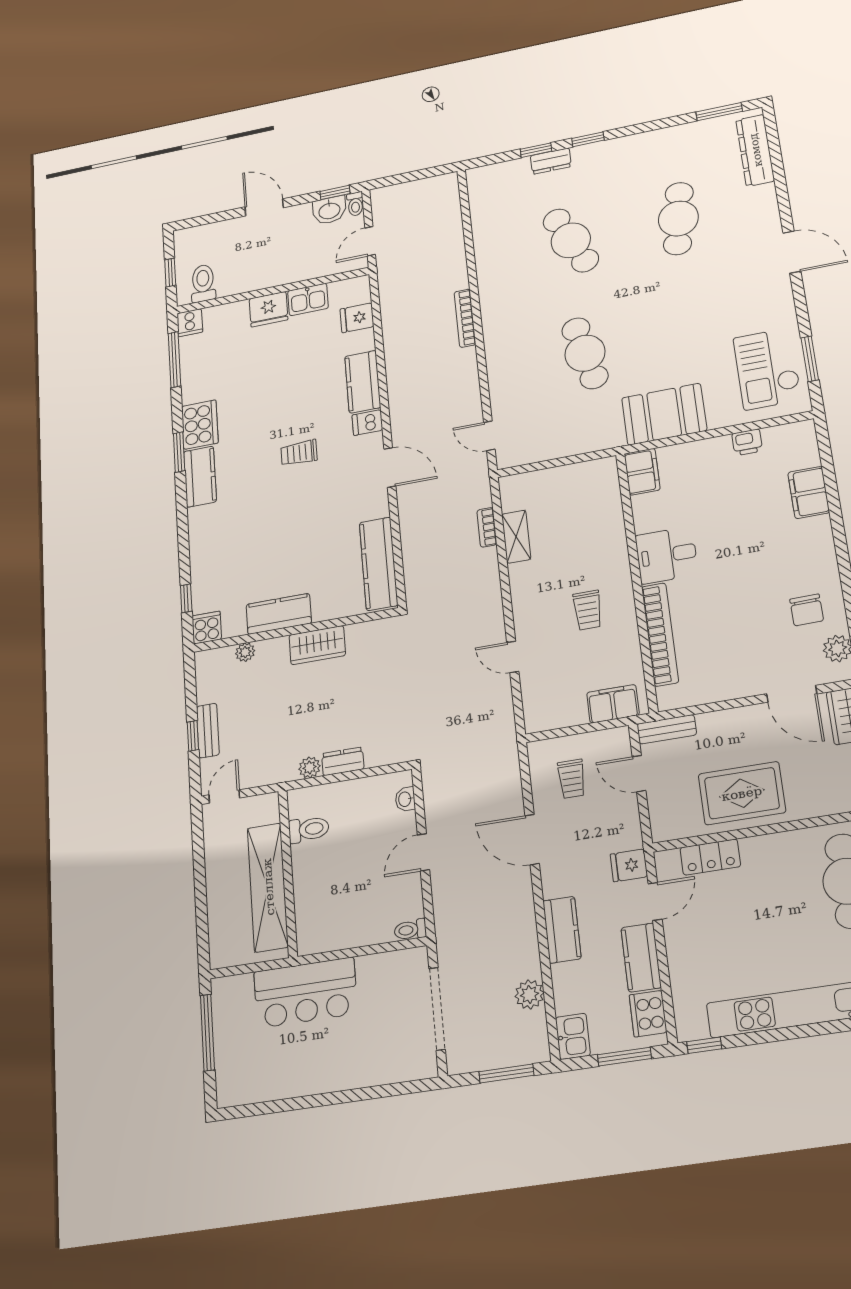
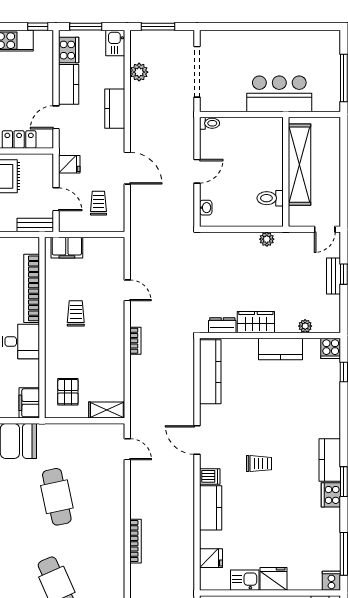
cooker: (200, 425) -> (331, 495), width x0.73, depth x0.76
pallet: (586, 498) -> (68, 392), added
bookcase: (487, 527) -> (135, 341), moved
shelving: (516, 537) -> (107, 410), moved, turned 90
dresser: (343, 761) -> (222, 325), moved, turned 180
fridge: (629, 865) -> (69, 164), moved

